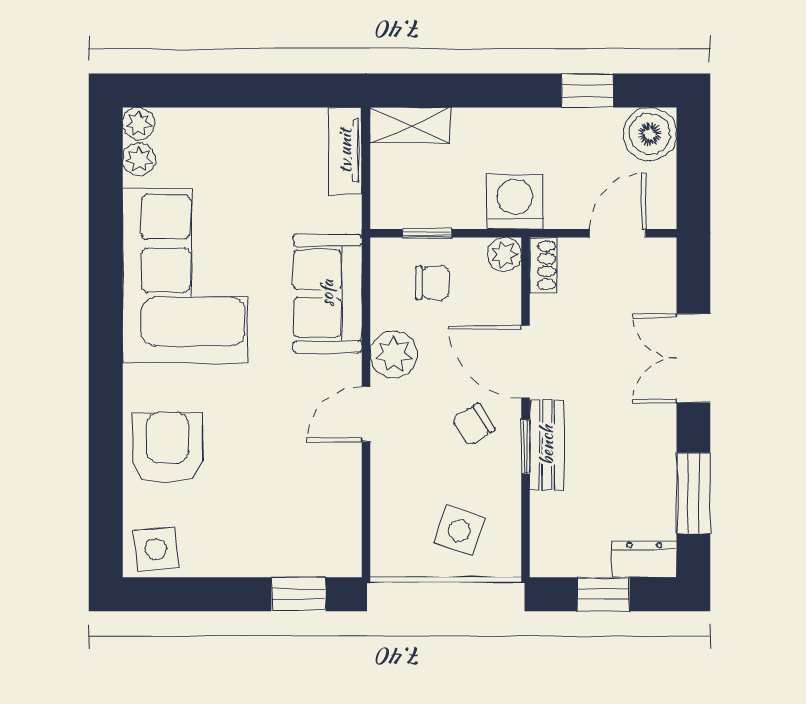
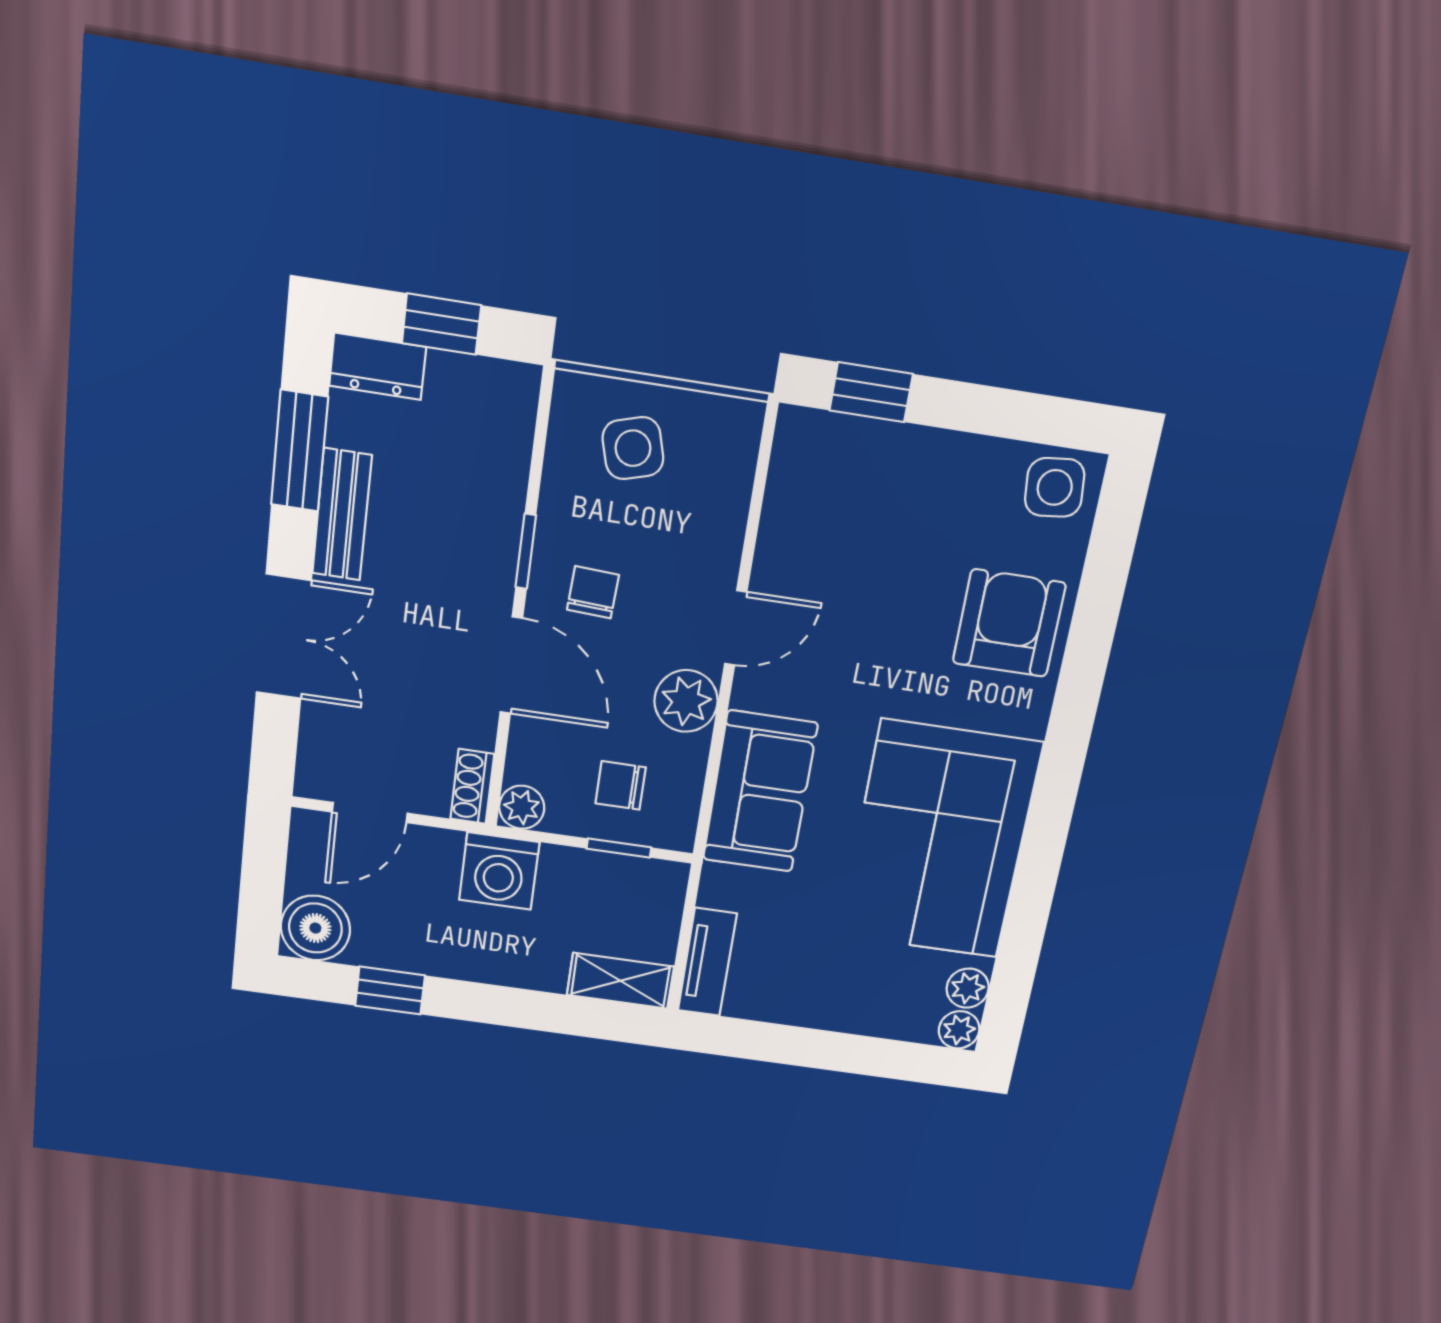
chair: (473, 425) -> (593, 592), turned -55
bench: (547, 445) -> (342, 515), moved
armchair: (168, 448) -> (1009, 623), turned 180
side table: (459, 531) -> (633, 448), turned -35

